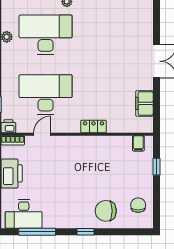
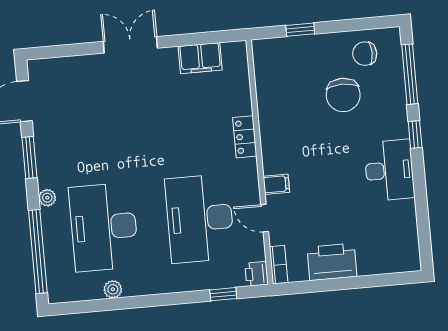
filing cabinet: (138, 143) -> (276, 184), moved
chair: (106, 211) -> (343, 95), moved
desk: (24, 214) -> (389, 170), moved
window: (37, 232) -> (410, 74), moved

